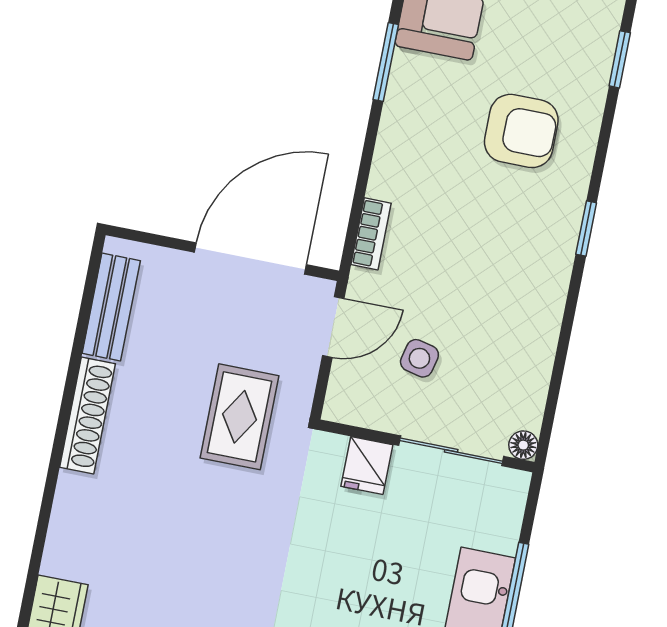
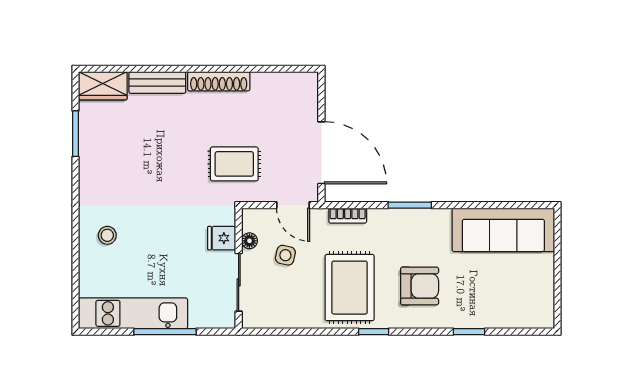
window: (386, 62) -> (410, 205), moved
armchair: (521, 131) -> (420, 286), turned -90
rug: (499, 256) -> (350, 288), added
bench: (111, 307) -> (157, 83), moved
floor lamp: (523, 445) -> (249, 241), moved

